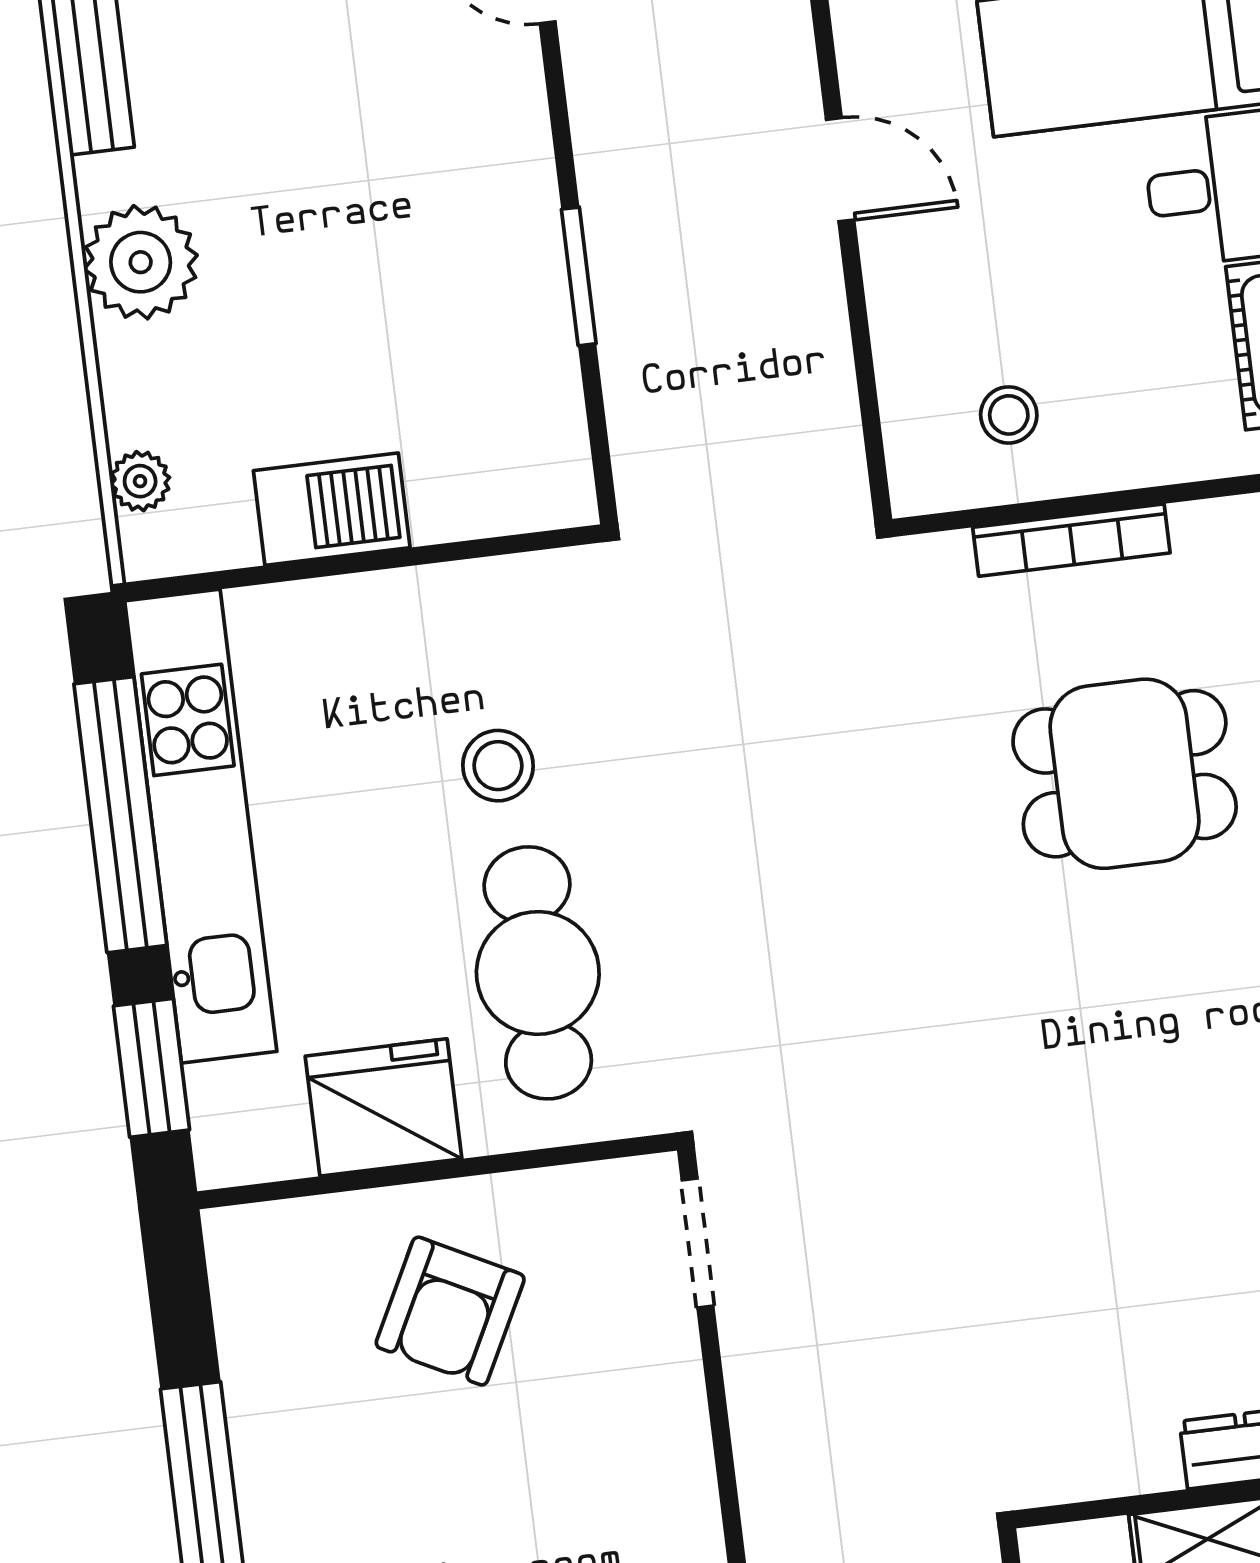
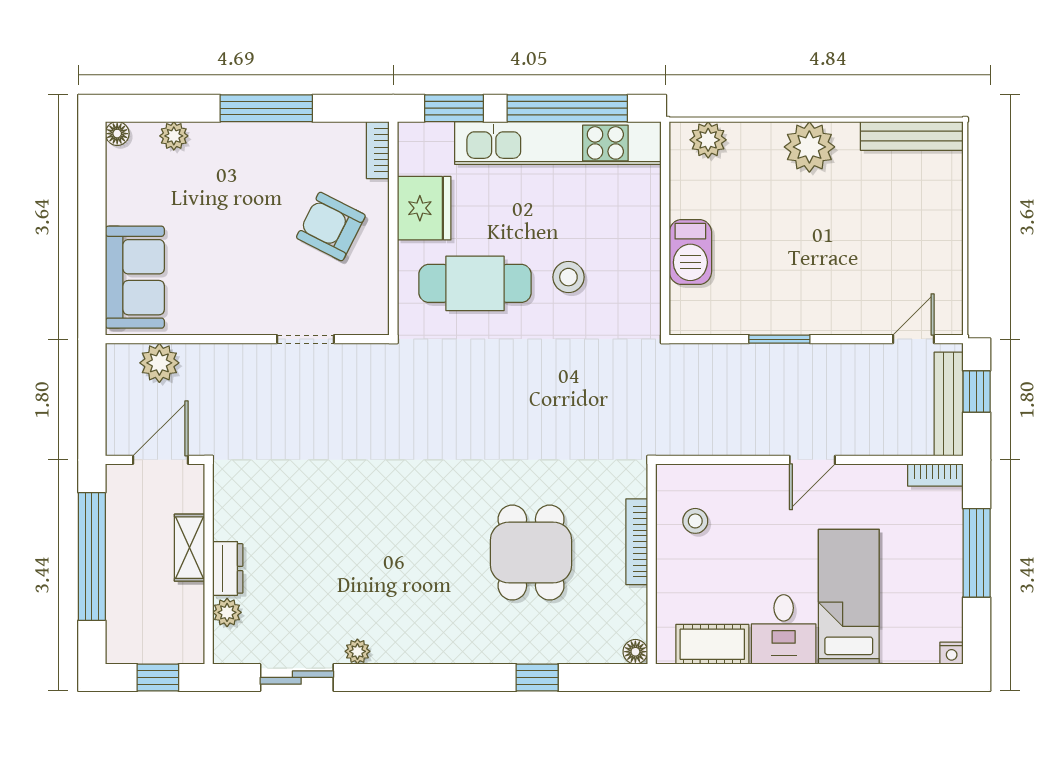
plant: (140, 481) -> (708, 140), width x1.38, depth x1.38
barbecue: (332, 509) -> (690, 252), moved
bookcase: (266, 1227) -> (378, 150), added
doorway: (698, 1243) -> (305, 339), moved

